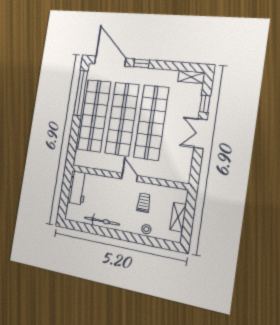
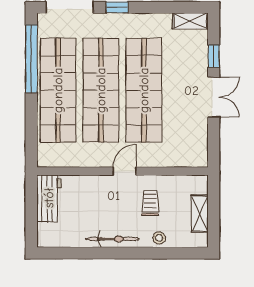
double door: (201, 134) -> (214, 97), swing flipped
door: (129, 177) -> (125, 171), hinge flipped
bicycle: (102, 221) -> (112, 239), moved

